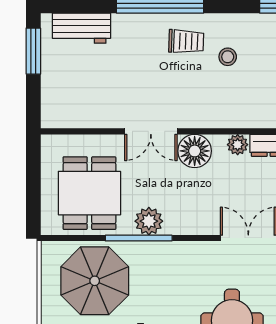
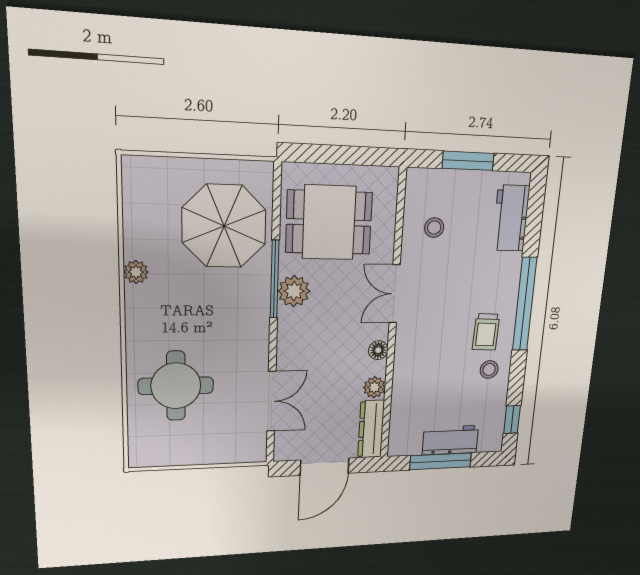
window: (33, 51) -> (468, 161), moved
stool: (228, 57) -> (489, 369), moved
stool: (92, 99) -> (434, 228), added
floor lamp: (195, 151) -> (378, 350), width x0.53, depth x0.53

